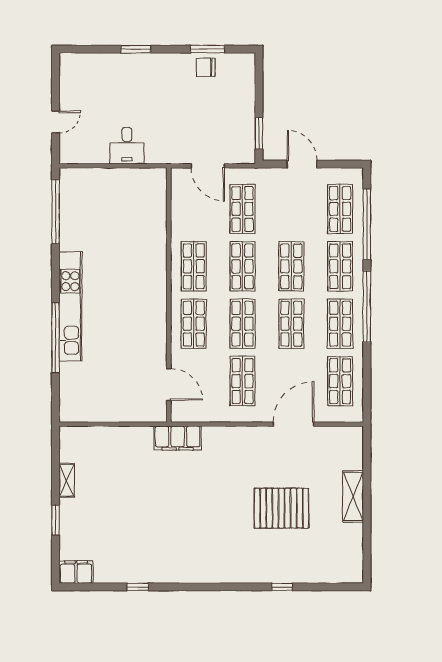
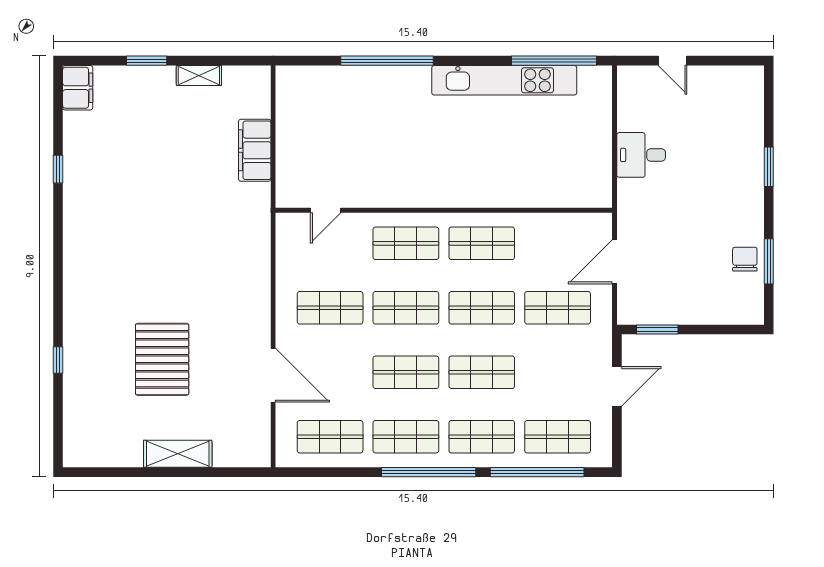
kitchen unit: (70, 306) -> (504, 80), moved
door: (169, 384) -> (326, 210), width x0.73
filing cabinet: (178, 438) -> (255, 150), moved

